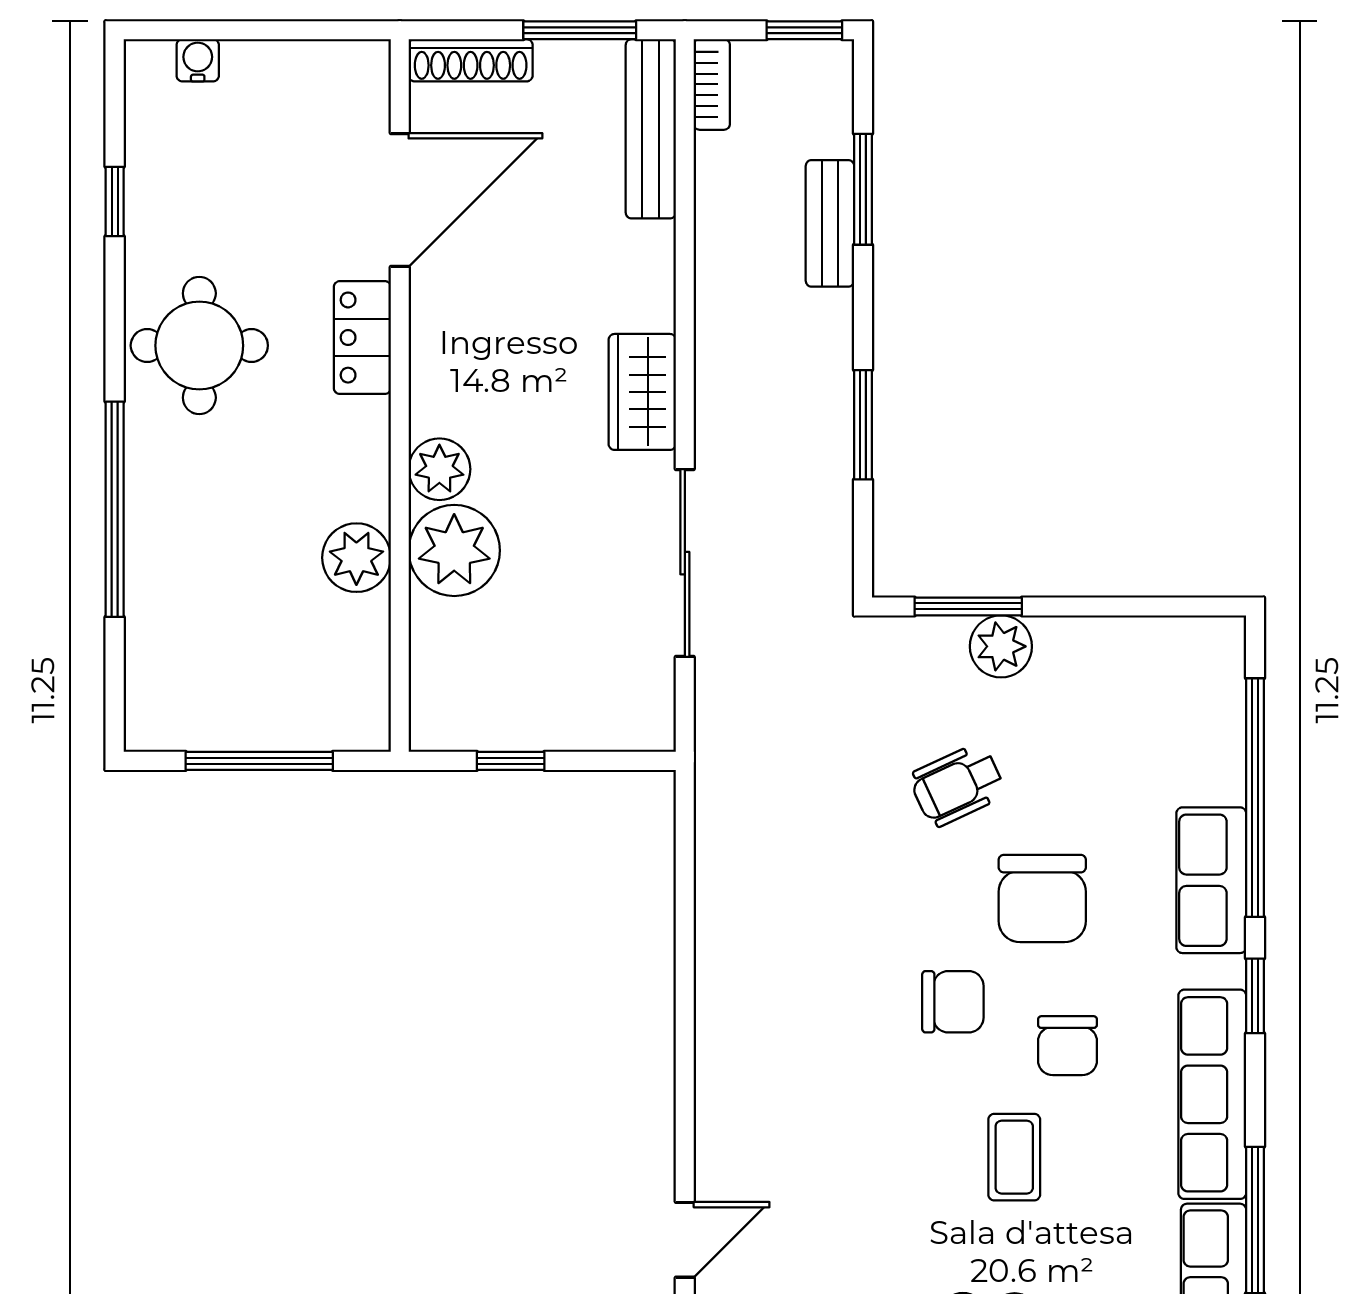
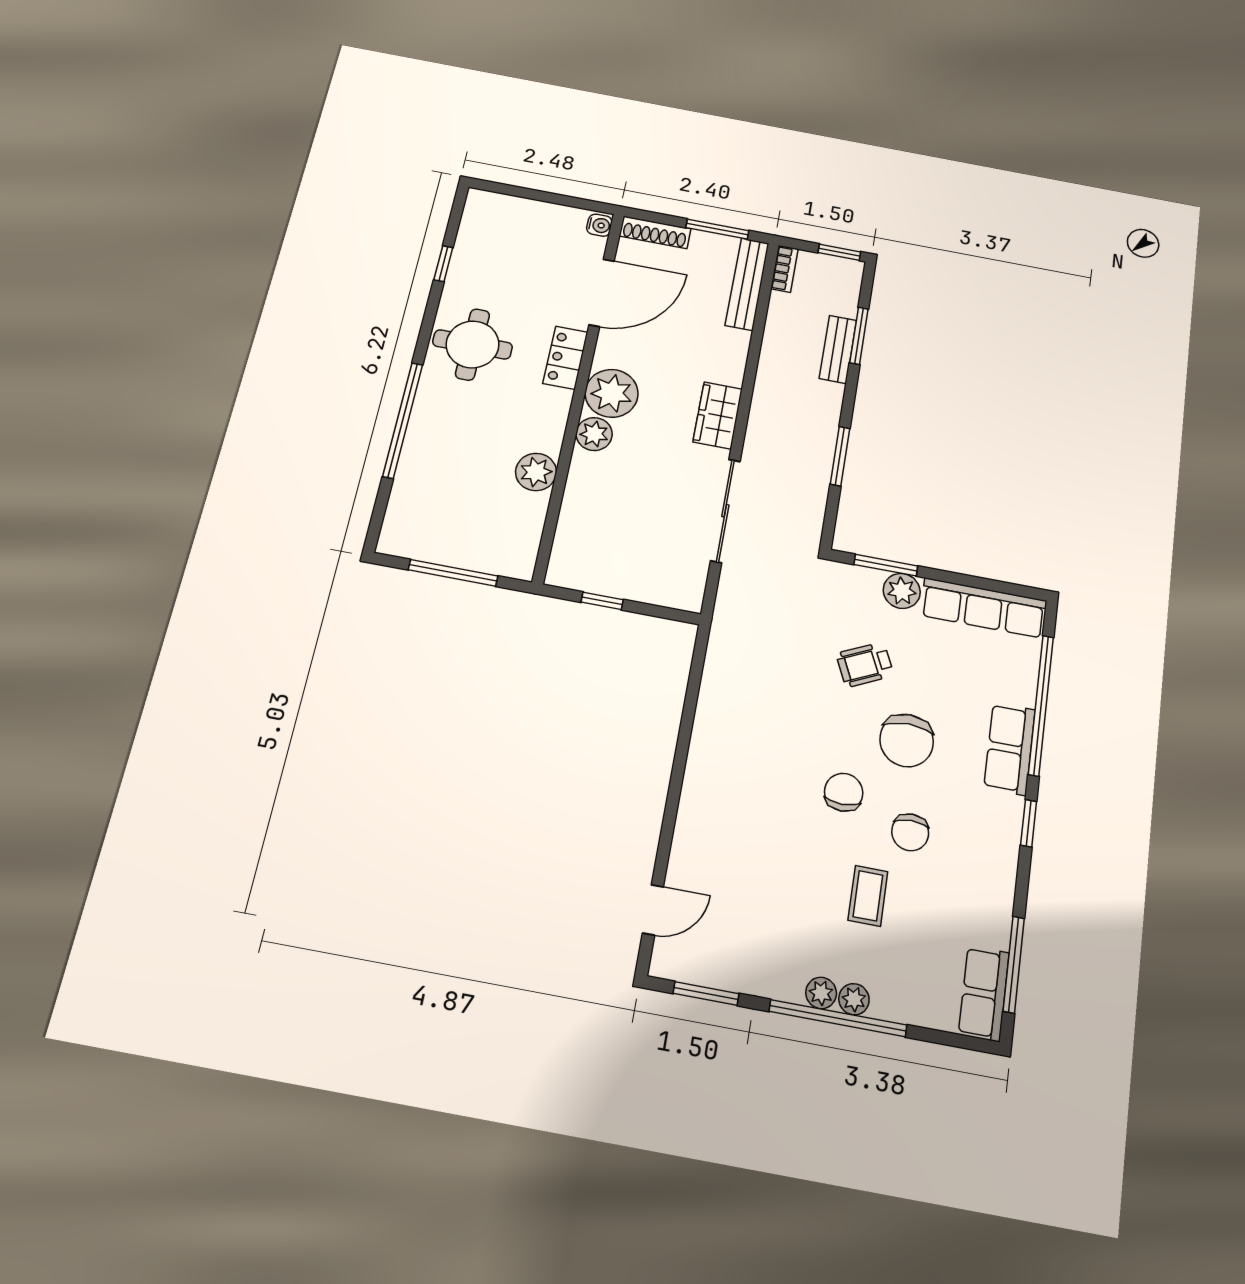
water cooler: (198, 60) -> (599, 225), moved, turned 90
plant: (454, 550) -> (612, 393), moved
chair: (953, 1002) -> (844, 792), turned -90
row of seats: (1212, 1094) -> (984, 608), moved, turned -90

